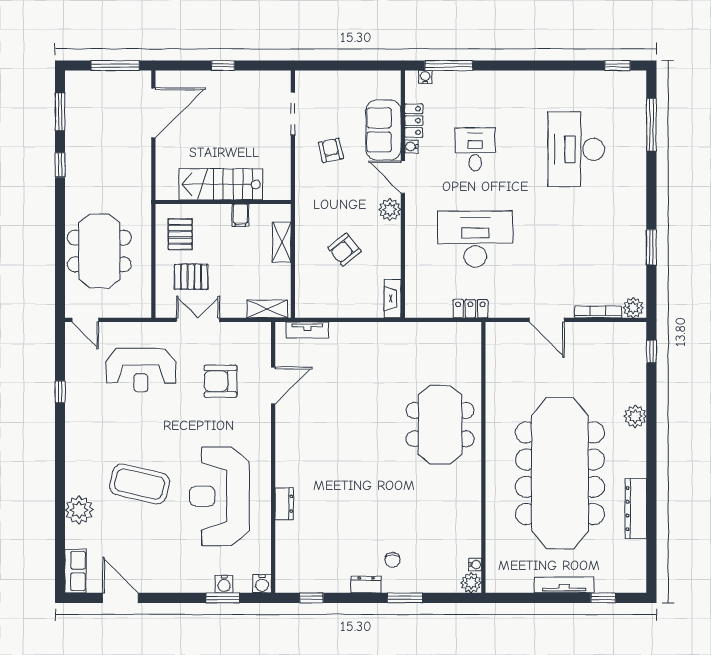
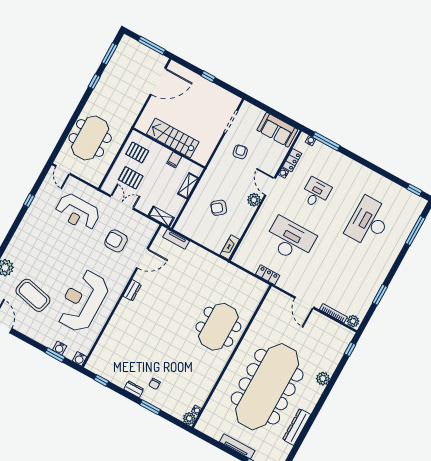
sofa: (384, 130) -> (277, 130), moved, turned -90
pallet: (180, 234) -> (137, 152), turned 90
coffee table: (140, 484) -> (33, 295), moved
dresser: (284, 504) -> (132, 290), moved

